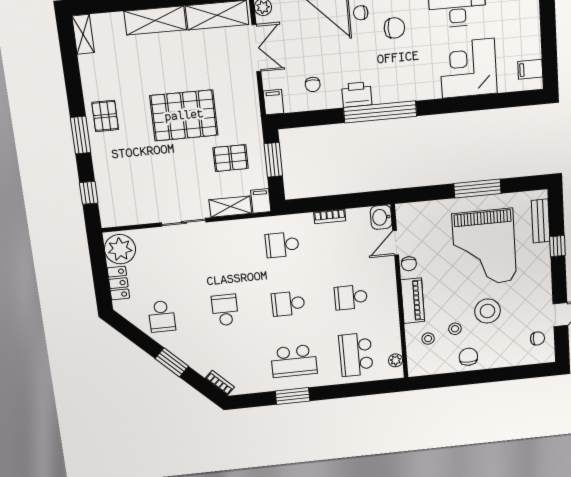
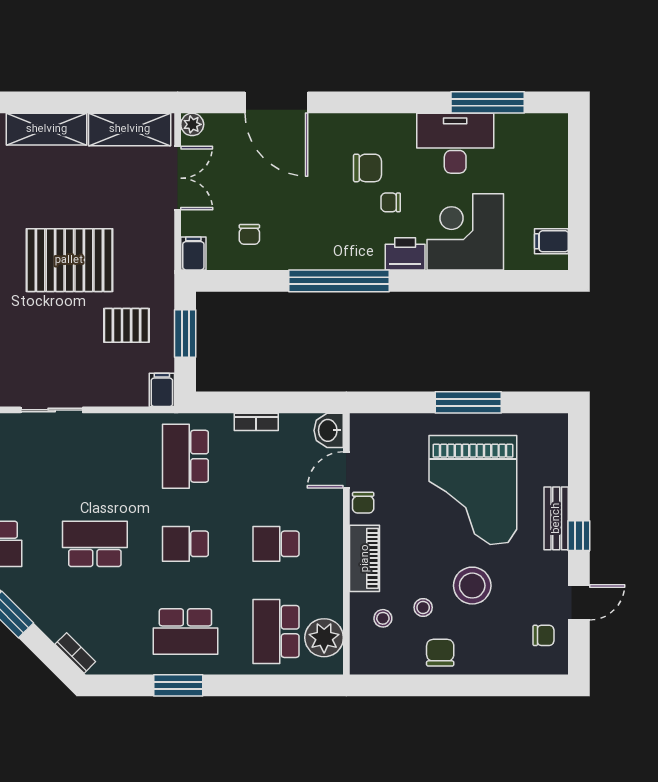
chair: (361, 13) -> (391, 202), moved
printer: (357, 95) -> (405, 254), moved
shelving: (230, 207) -> (119, 394), removed
bench: (541, 221) -> (556, 518), moved
school desk: (282, 245) -> (185, 456), width x1.85
window: (557, 246) -> (579, 536), moved
school desk: (225, 310) -> (95, 544), width x1.85
plant: (396, 360) -> (324, 638), width x1.88, depth x1.88

